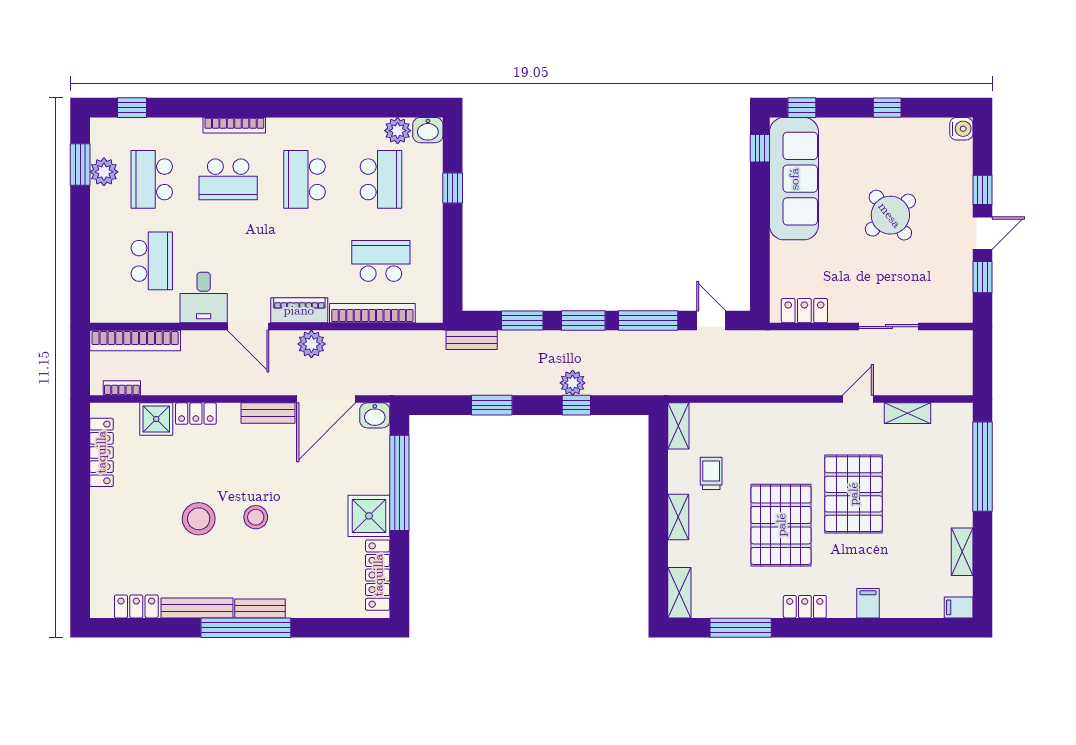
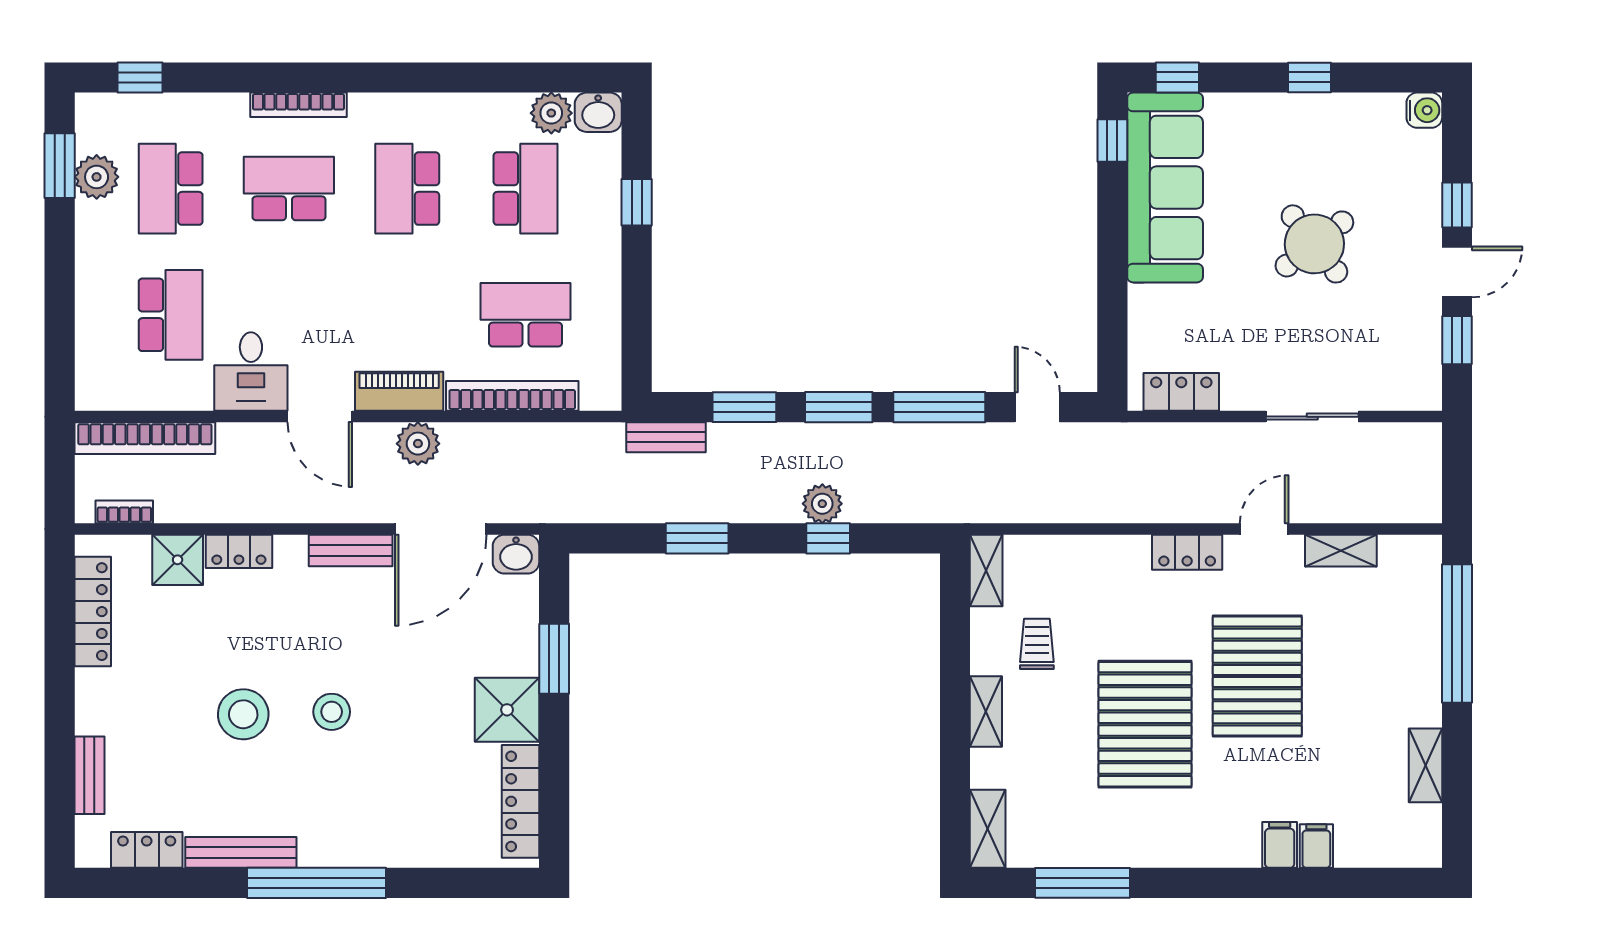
school desk: (228, 179) -> (289, 189), turned 180
window: (399, 483) -> (554, 659), width x0.47
locker: (805, 607) -> (1187, 552), moved, turned 180
filing cabinet: (959, 607) -> (1316, 846), moved, turned 90
bench: (260, 608) -> (89, 775), moved, turned 90

